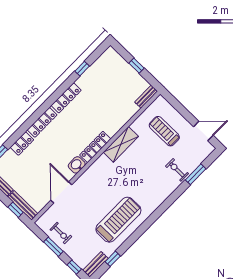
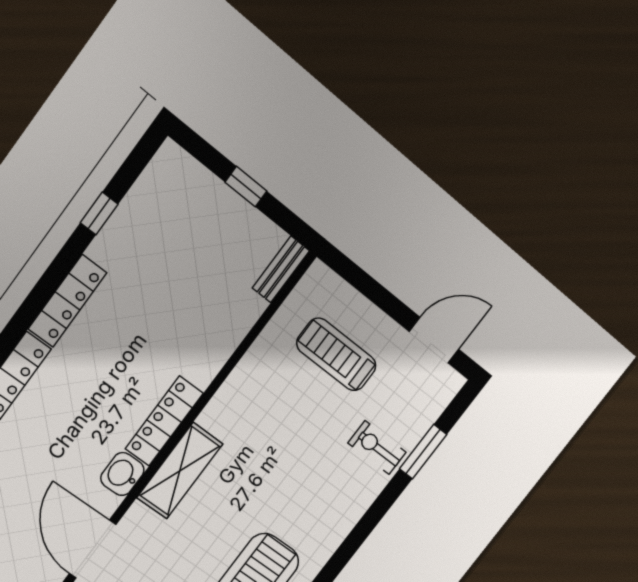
shelving: (121, 144) -> (180, 471), moved

